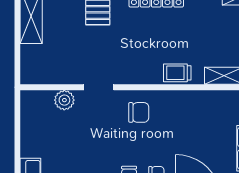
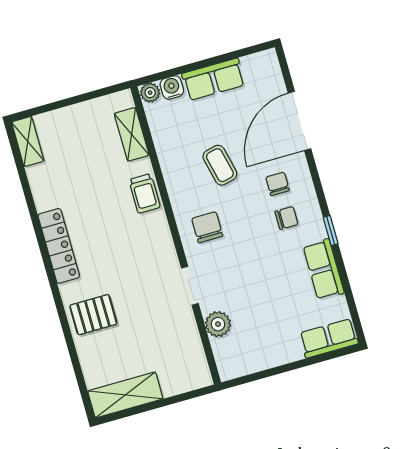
coffee table: (182, 135) -> (220, 165), added

